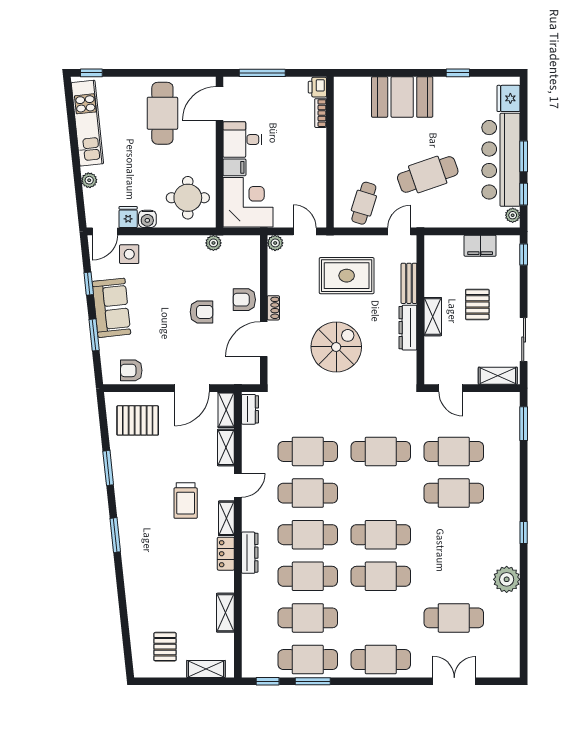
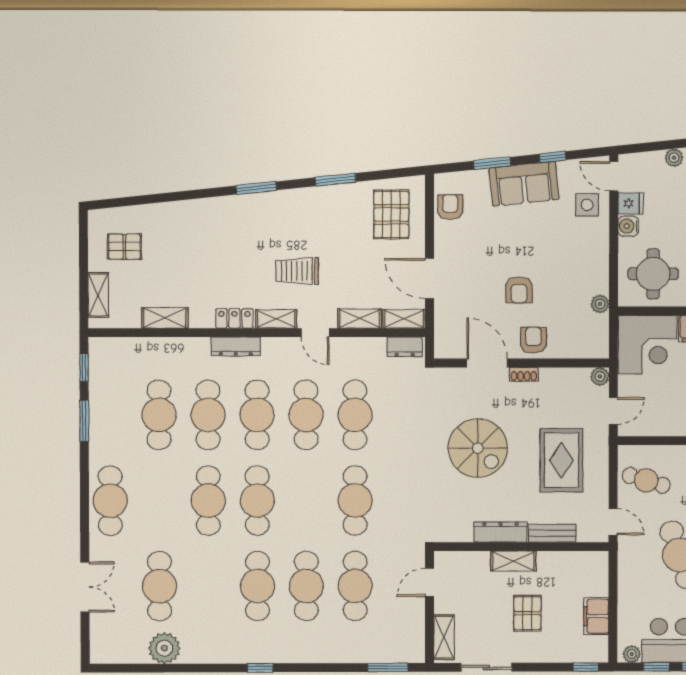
pallet: (477, 304) -> (527, 613), turned 90
plant: (507, 579) -> (164, 648), moved
cafe table: (308, 660) -> (257, 586), moved

